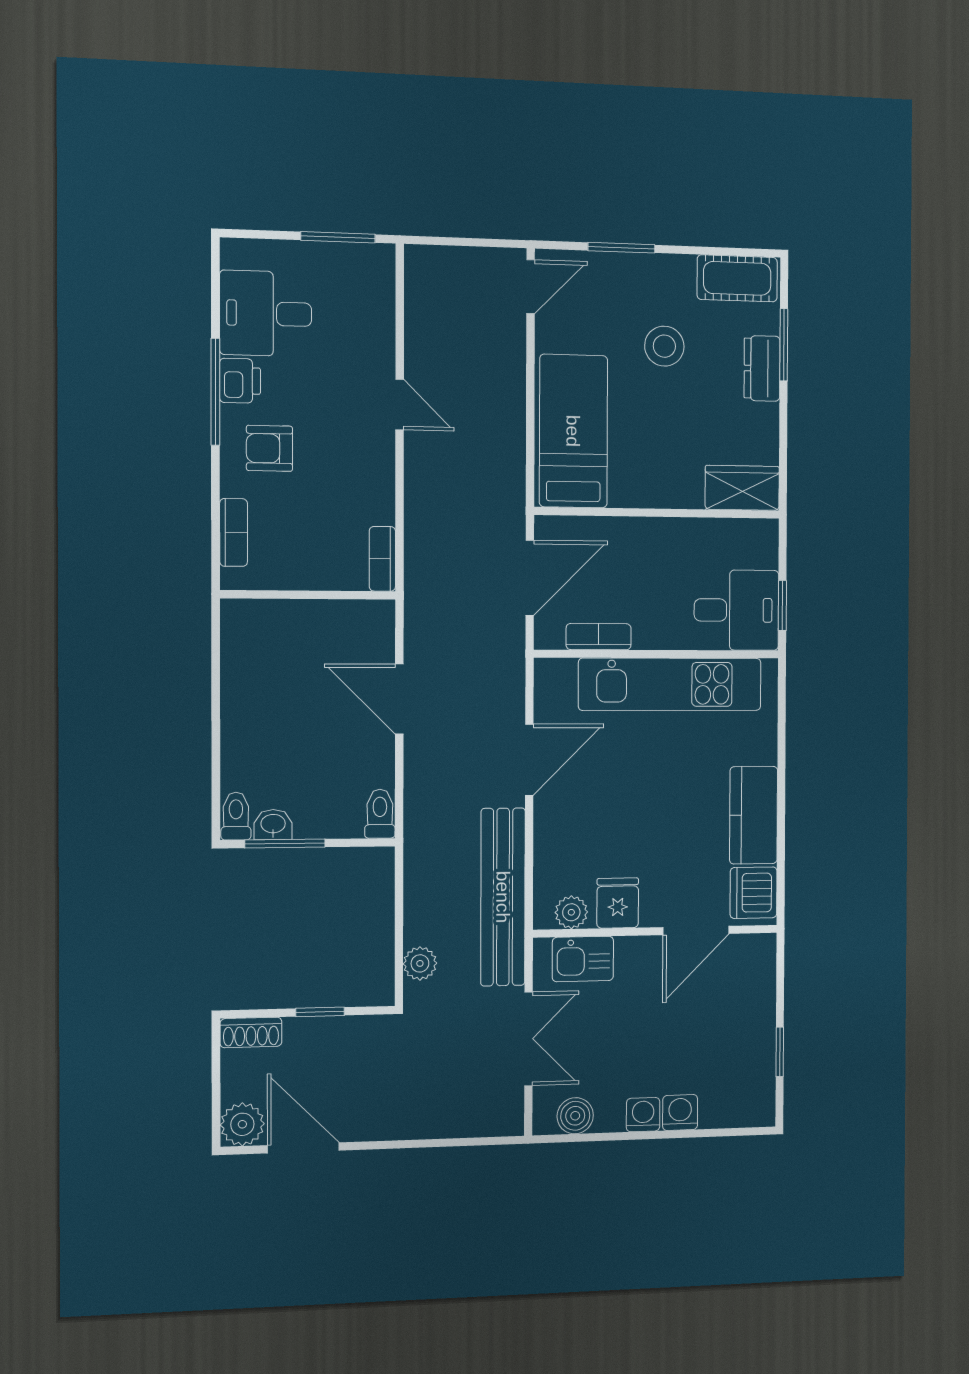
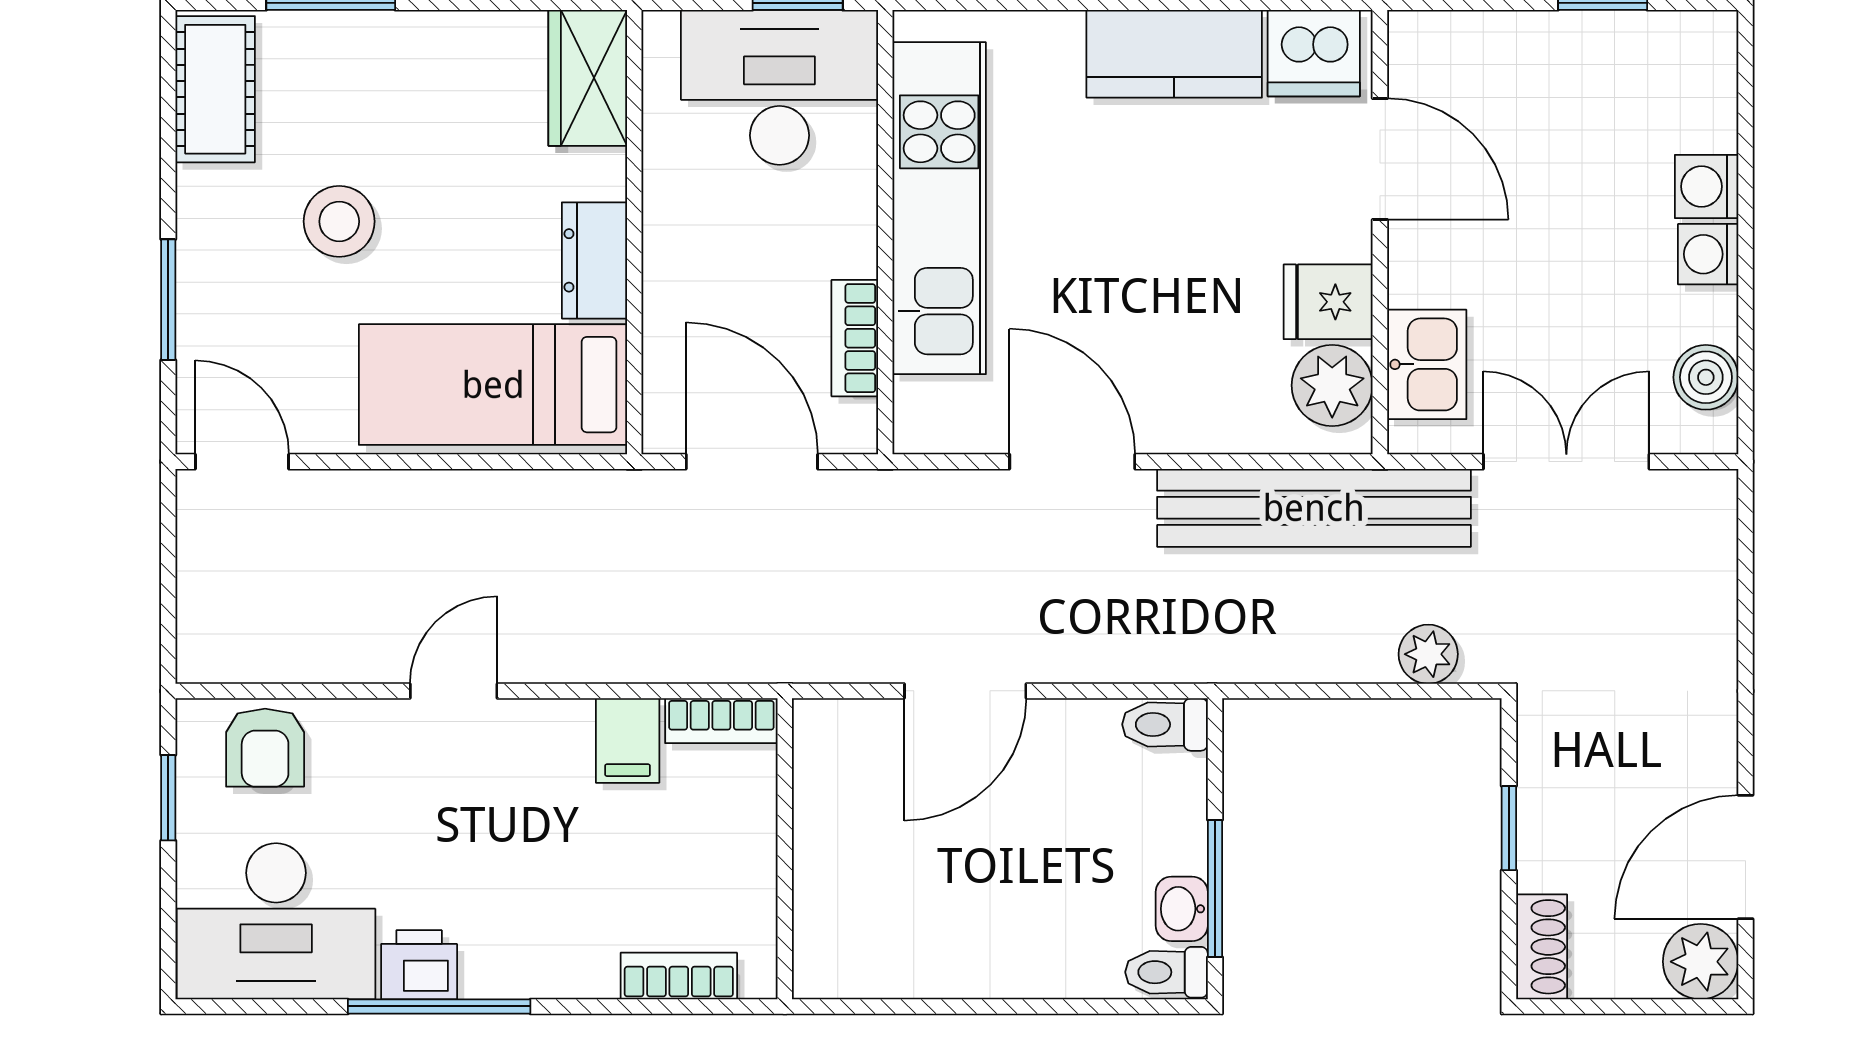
window: (338, 237) -> (168, 798), width x0.67
desk: (266, 314) -> (276, 921), width x1.37
dresser: (762, 368) -> (594, 260), moved, turned 90
armchair: (269, 448) -> (265, 748), moved
filing cabinet: (371, 505) -> (628, 741), added
desk: (736, 610) -> (779, 87), width x1.37
plant: (571, 912) -> (1332, 385), width x1.38, depth x1.38

